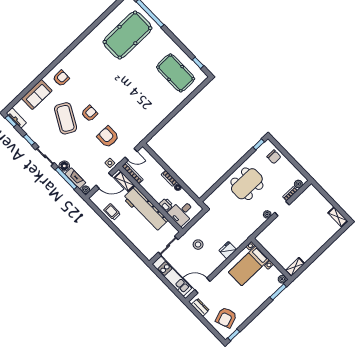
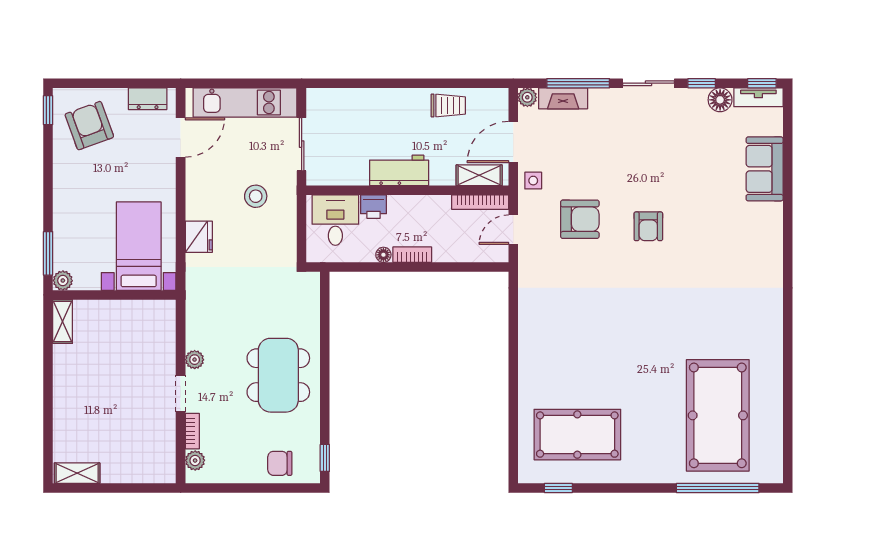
armchair: (61, 78) -> (752, 236), removed
coffee table: (66, 118) -> (679, 178), removed
floor lamp: (64, 166) -> (720, 100), moved
workbench: (145, 209) -> (399, 170), width x0.53, depth x0.76

